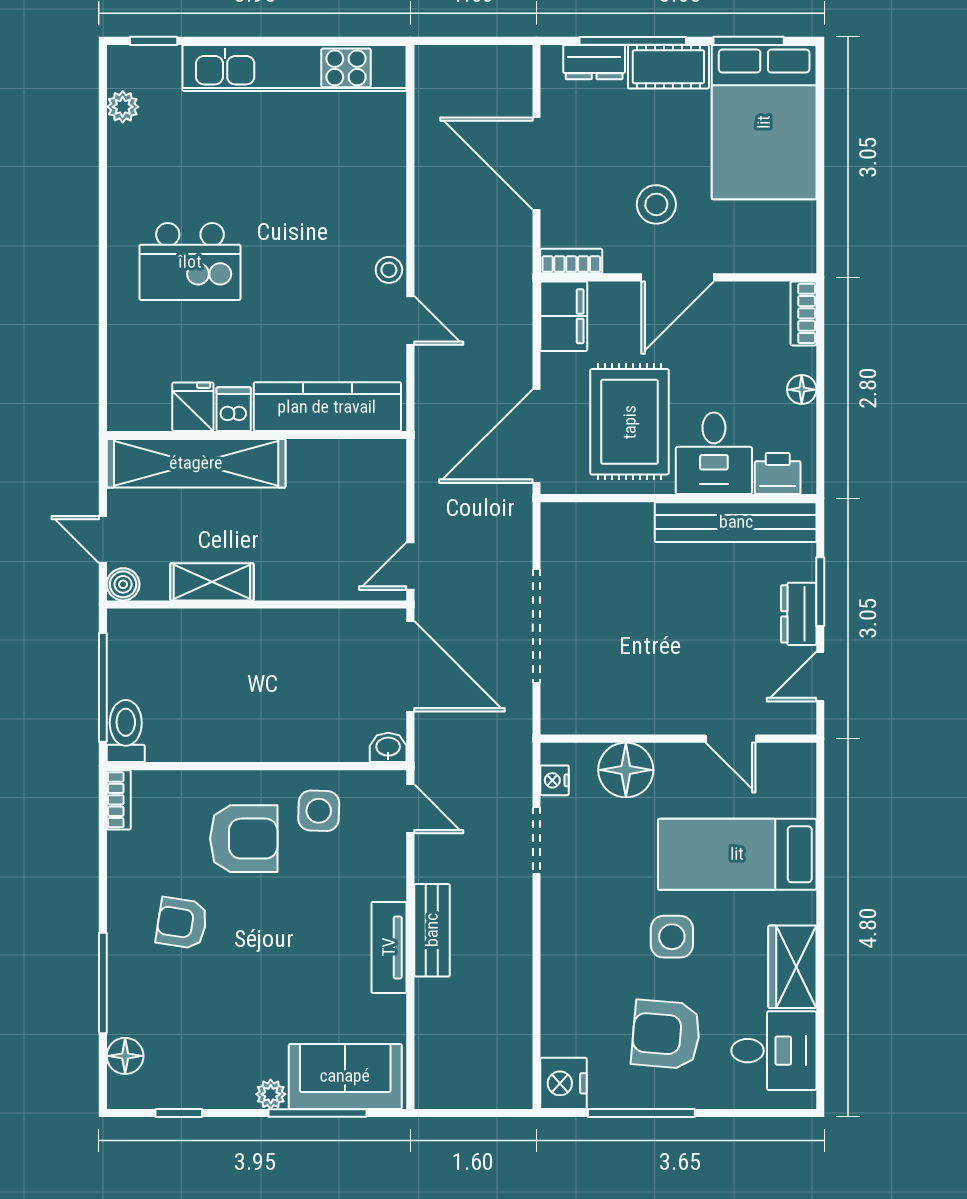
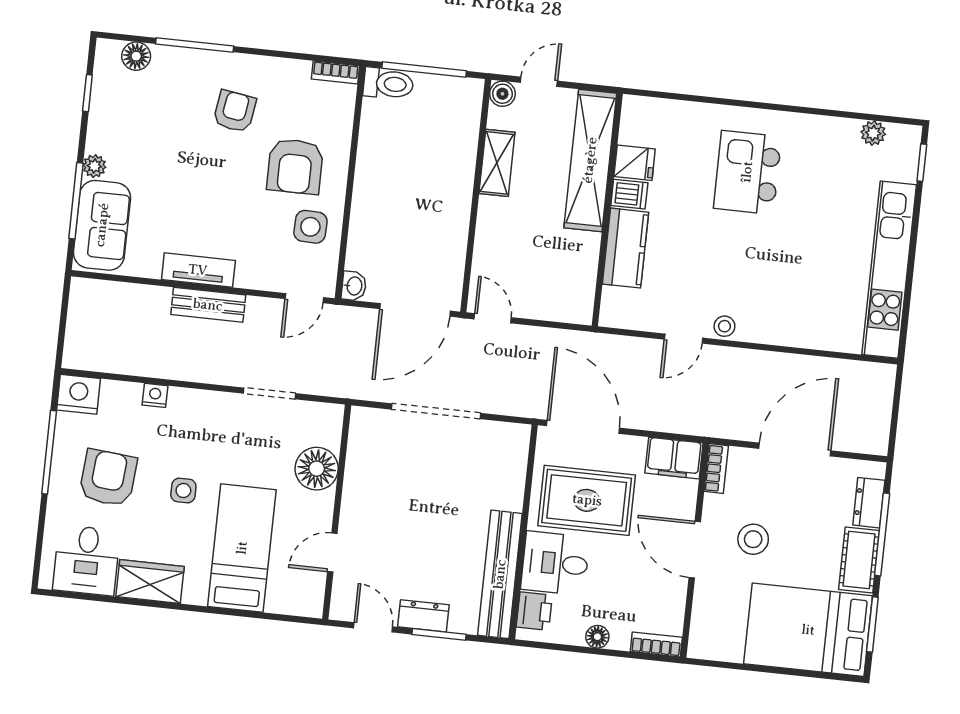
kitchen counter: (327, 407) -> (625, 248), width x0.67
nightstand: (555, 780) -> (155, 395), moved
side table: (672, 937) -> (183, 491), width x0.73, depth x0.73

